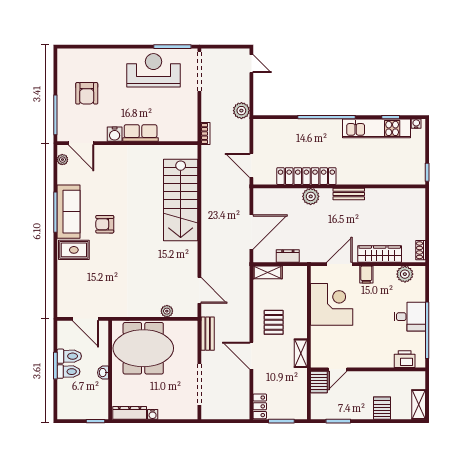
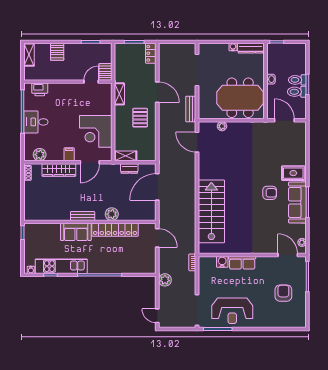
water cooler: (115, 134) -> (222, 262), moved
sofa: (358, 173) -> (76, 232), added
shelving: (268, 272) -> (126, 156), moved

